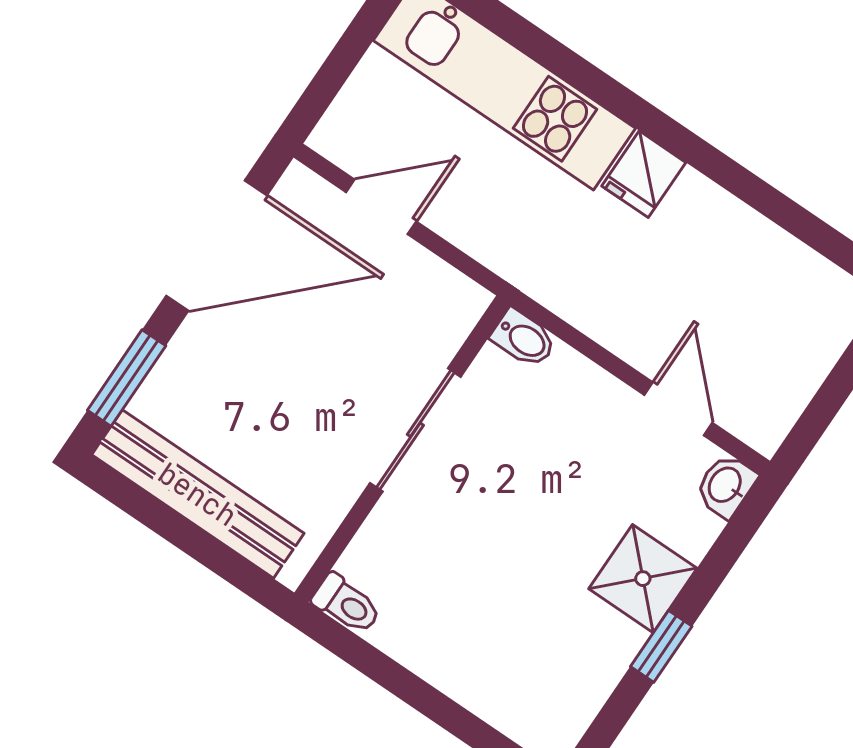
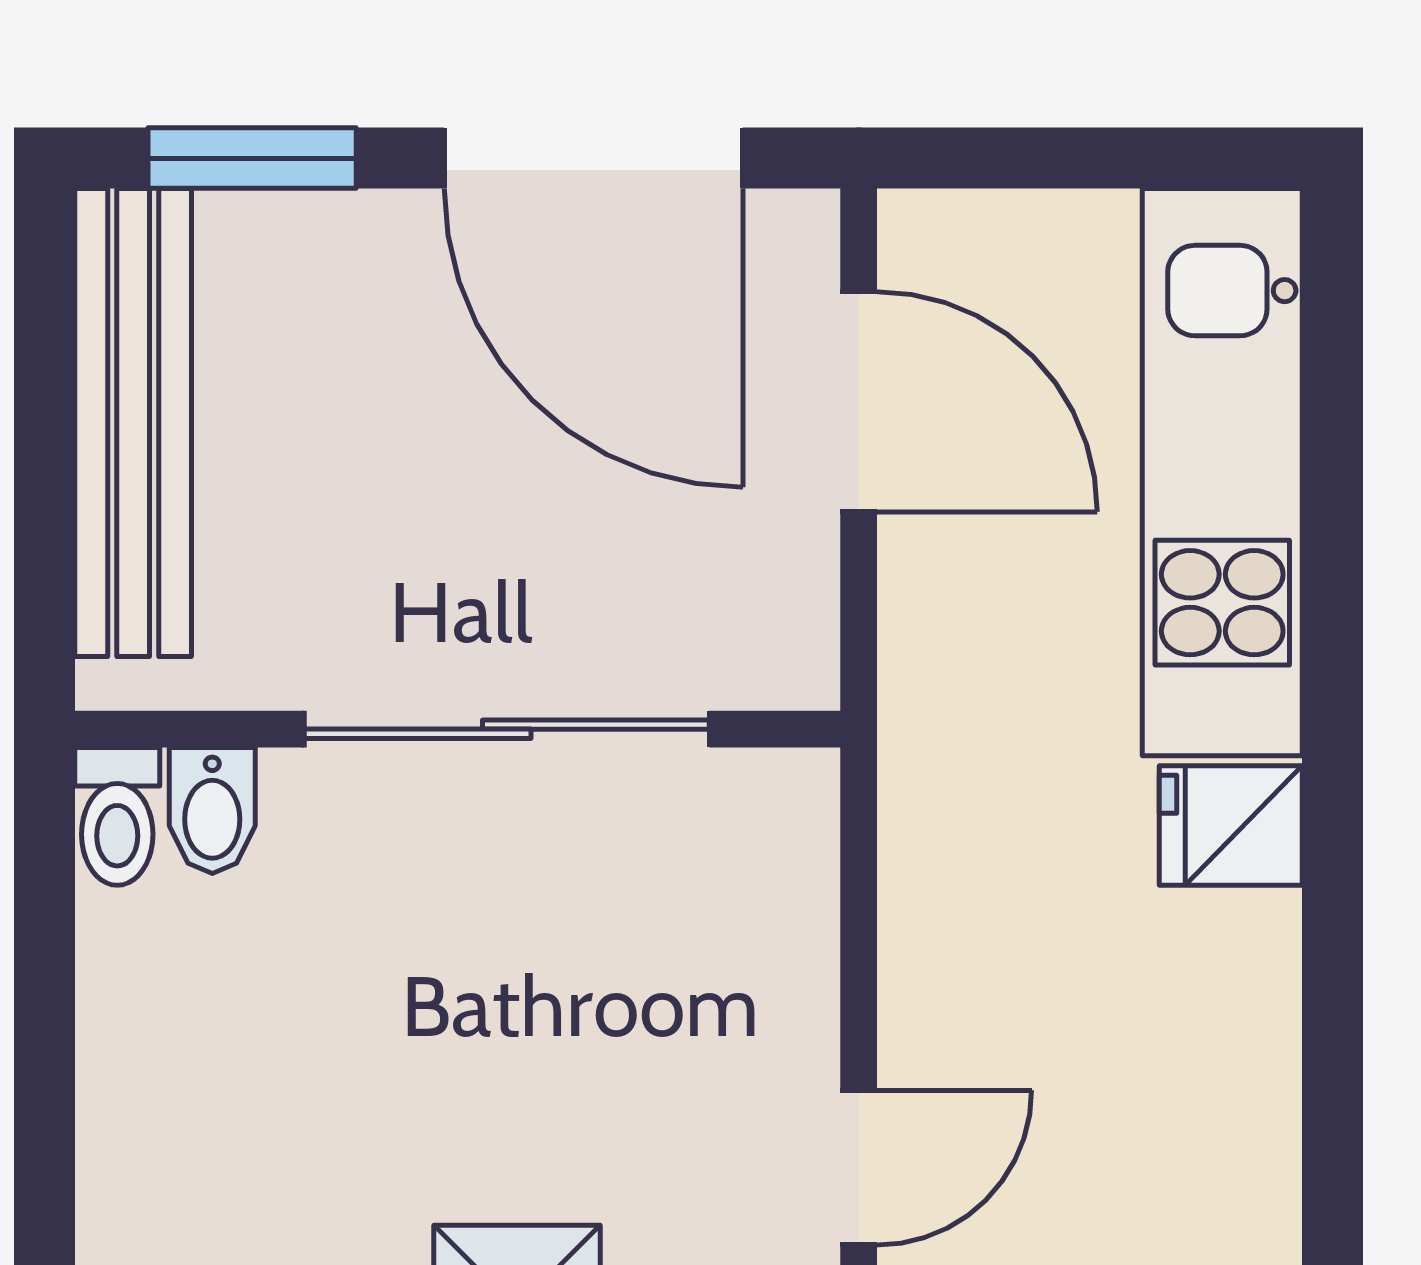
door: (381, 207) -> (859, 402), width x1.38
bidet: (524, 338) -> (212, 810), moved
sliding door: (415, 430) -> (507, 729), width x1.37

